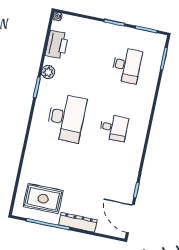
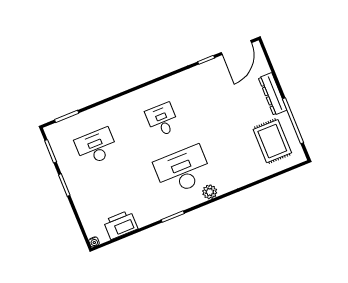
plant: (48, 72) -> (210, 192), moved

